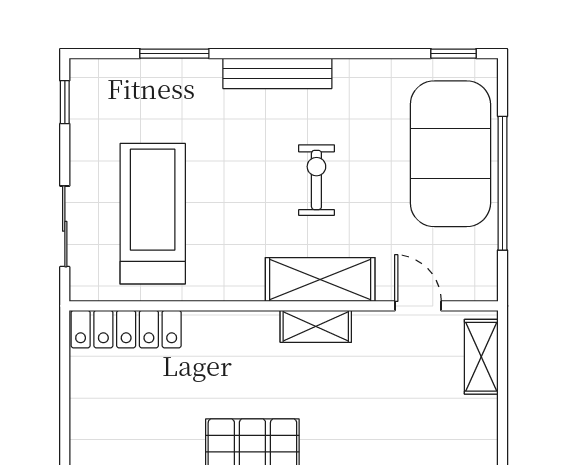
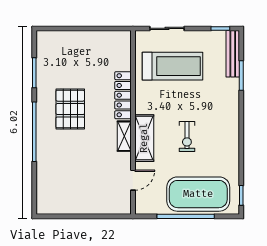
bench: (277, 73) -> (233, 54), moved
exercise bike: (316, 180) -> (187, 137), turned 90
locker: (126, 329) -> (123, 95), moved
shelving: (481, 357) -> (111, 207), removed

